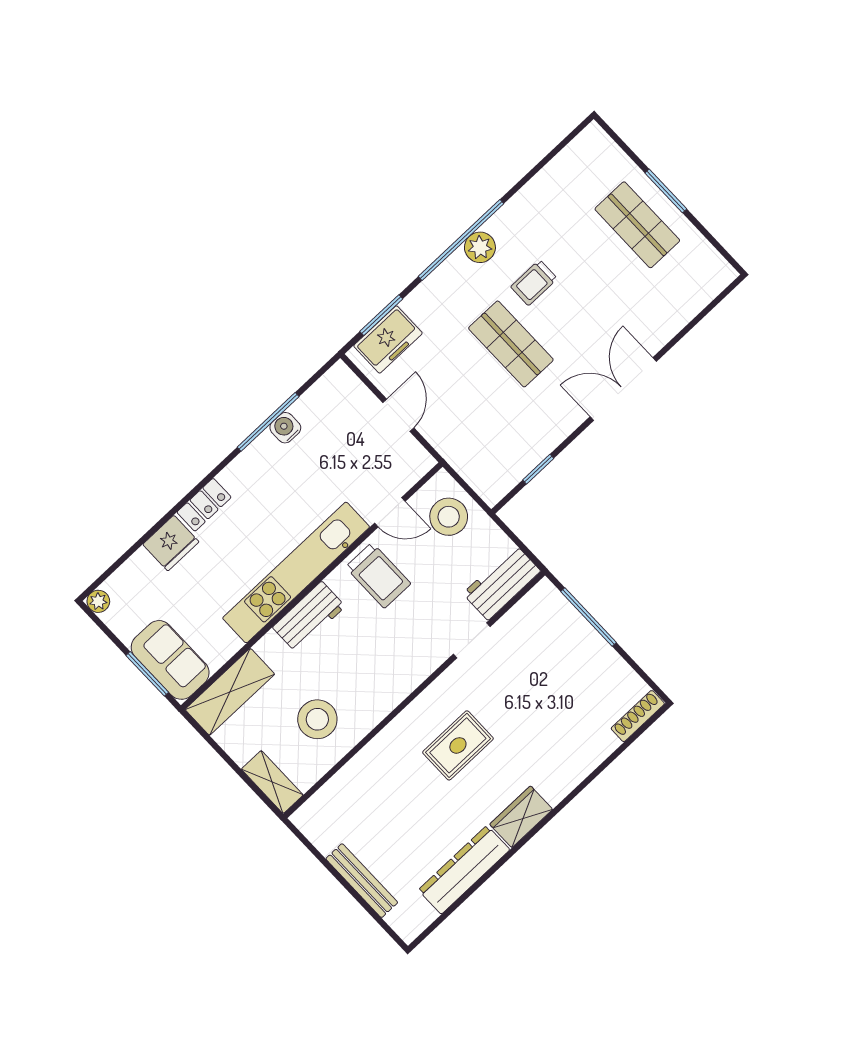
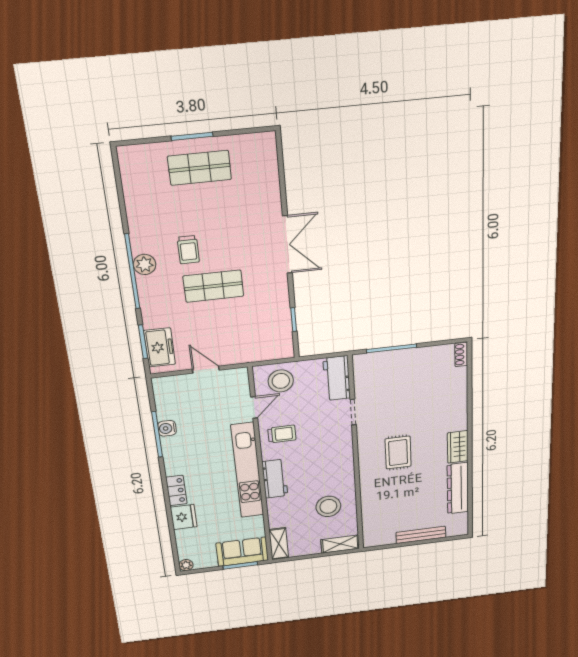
double door: (623, 389) -> (287, 245), swing flipped
trolley: (378, 575) -> (282, 434), width x0.73, depth x0.72
shelving: (230, 692) -> (279, 544), width x0.67, depth x0.75
shoe rack: (638, 716) -> (461, 354), width x0.70

